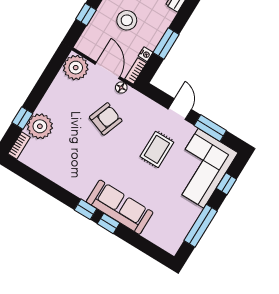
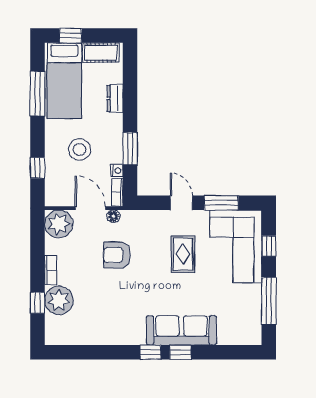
armchair: (106, 119) -> (117, 255), turned -110
bookcase: (19, 146) -> (51, 270), moved

